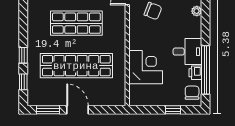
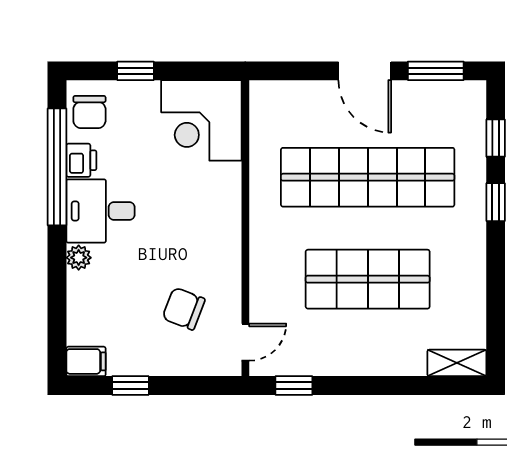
plant: (197, 11) -> (79, 258), moved
corner desk: (146, 67) -> (201, 120), moved

